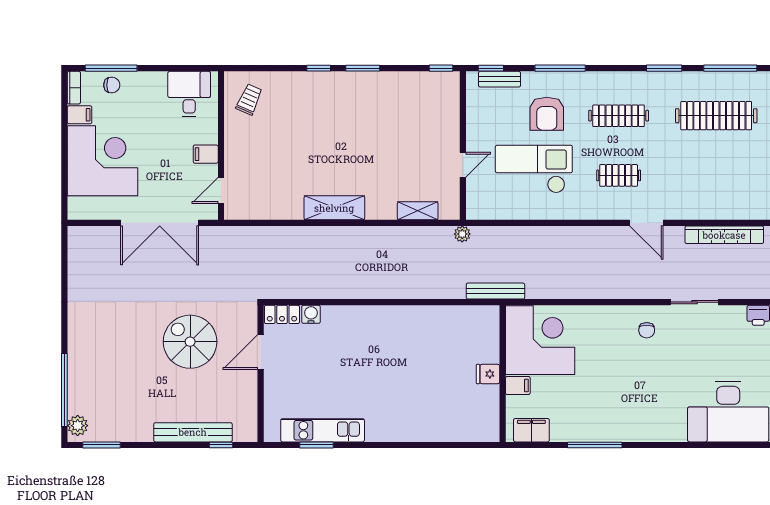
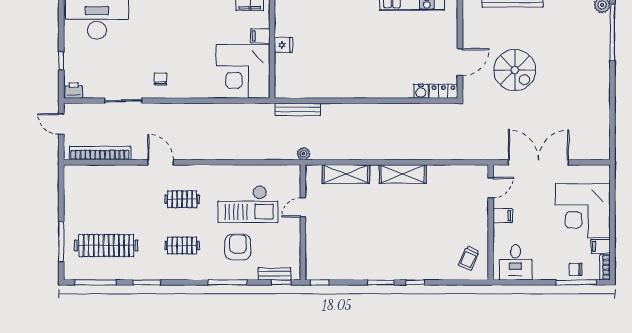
clothes rail: (619, 116) -> (182, 246), width x0.73
shelving: (418, 211) -> (346, 174), width x1.50, depth x1.33
bench: (495, 291) -> (298, 109), moved

